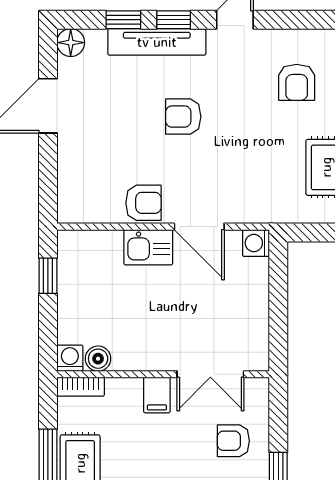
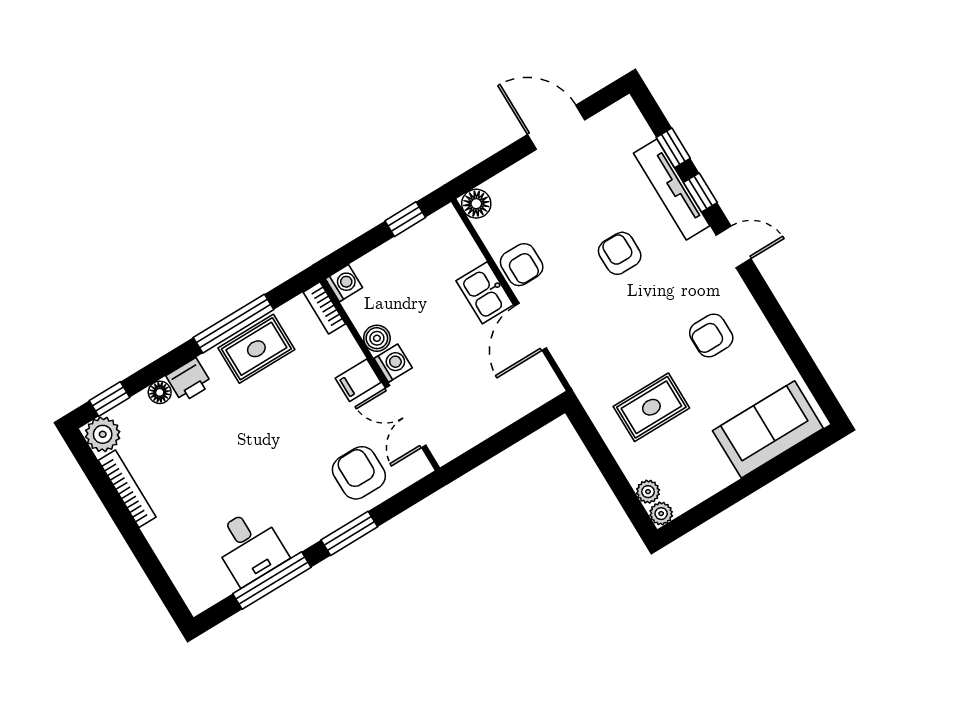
floor lamp: (71, 43) -> (476, 204), moved
washing machine: (256, 243) -> (393, 363), moved, turned 90
boiler: (98, 359) -> (377, 338), moved
armchair: (233, 441) -> (359, 473), width x1.38, depth x1.38

